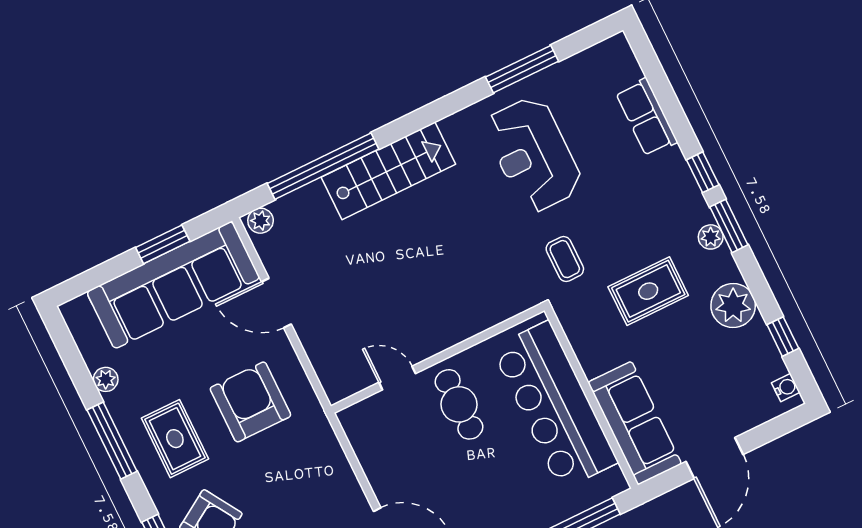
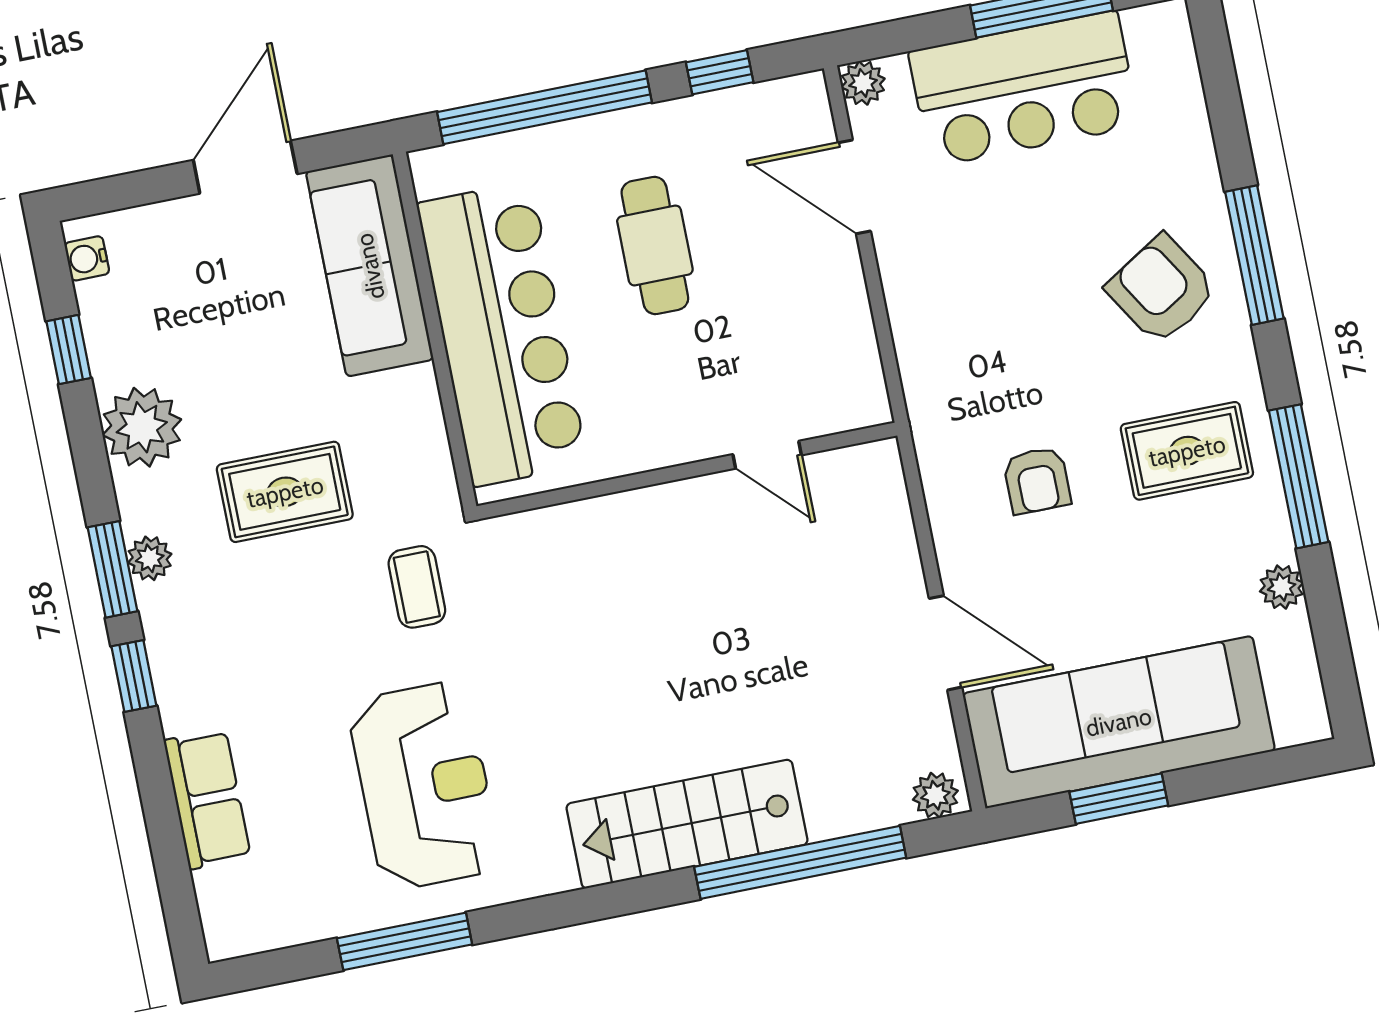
armchair: (250, 402) -> (1037, 480), width x0.53, depth x0.53
cafe table: (459, 404) -> (655, 245), moved
rug: (175, 439) -> (1187, 451), turned 90

